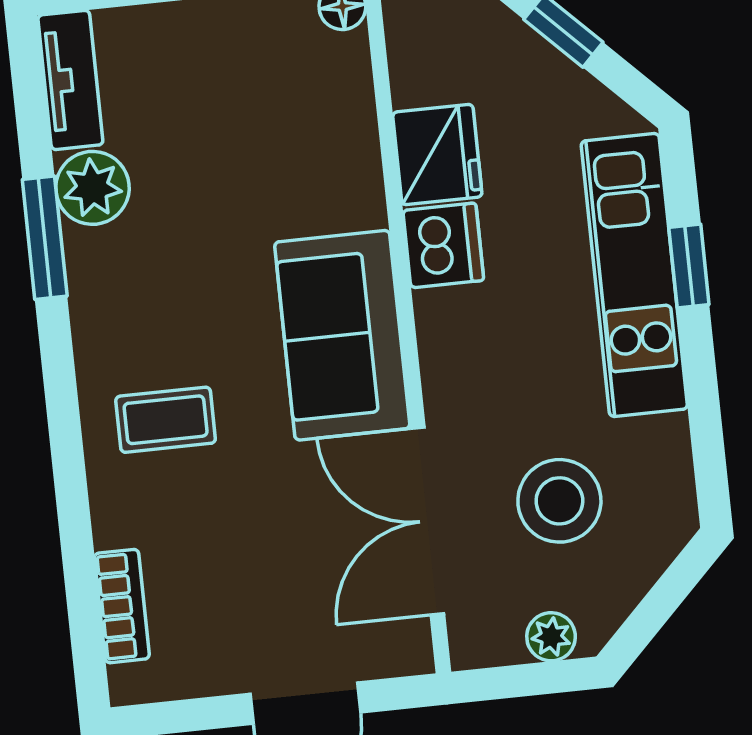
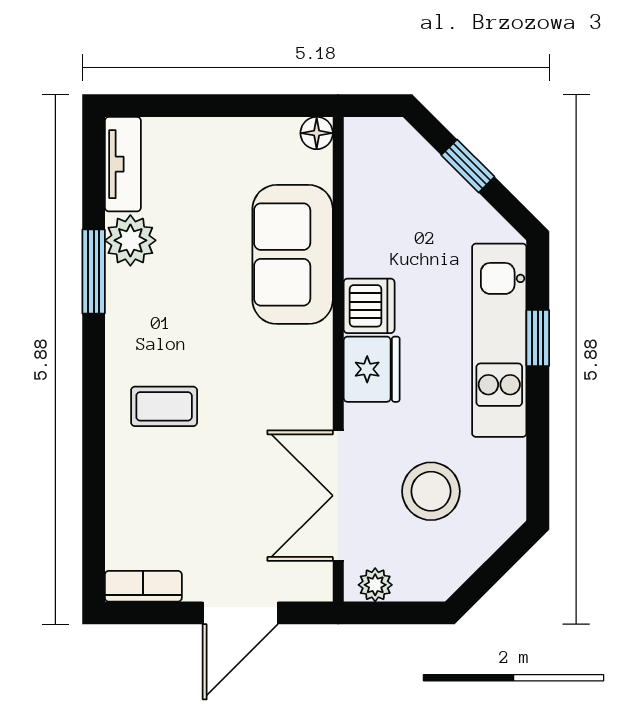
fridge: (437, 154) -> (372, 369), moved
sofa: (342, 335) -> (293, 254), moved
bookcase: (122, 606) -> (143, 586), moved, turned -90
plant: (551, 637) -> (375, 585), moved

